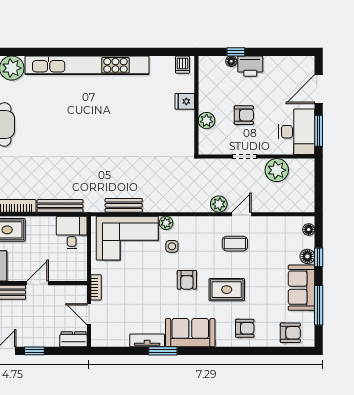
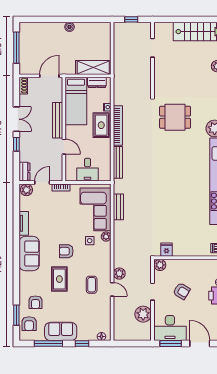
fridge: (185, 101) -> (166, 250), moved
armchair: (244, 115) -> (182, 291), turned -59
plant: (207, 121) -> (160, 265), moved
desk: (72, 233) -> (88, 170), moved, turned 90
floor lamp: (307, 256) -> (83, 336), removed
armchair: (245, 328) -> (35, 302), moved
plant: (99, 337) -> (26, 190), added
window: (163, 351) -> (16, 315), moved

